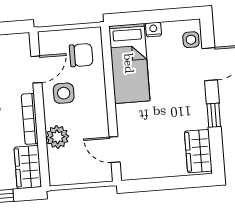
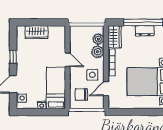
door: (115, 149) -> (68, 60), moved
wardrobe: (198, 151) -> (36, 32), moved, turned 90
plant: (58, 161) -> (98, 39), added

